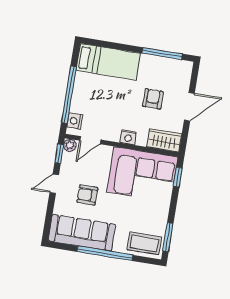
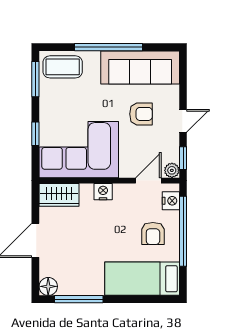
floor lamp: (185, 68) -> (48, 286), added
armchair: (153, 99) -> (153, 233), moved
window: (178, 177) -> (35, 134), moved

